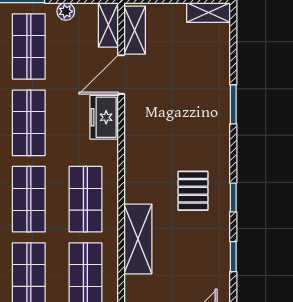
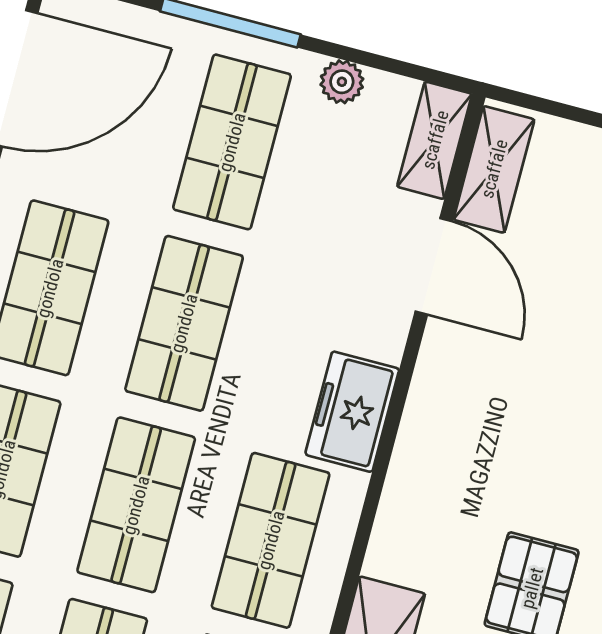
door: (121, 75) -> (434, 266), swing flipped
freezer: (104, 117) -> (352, 412), moved

